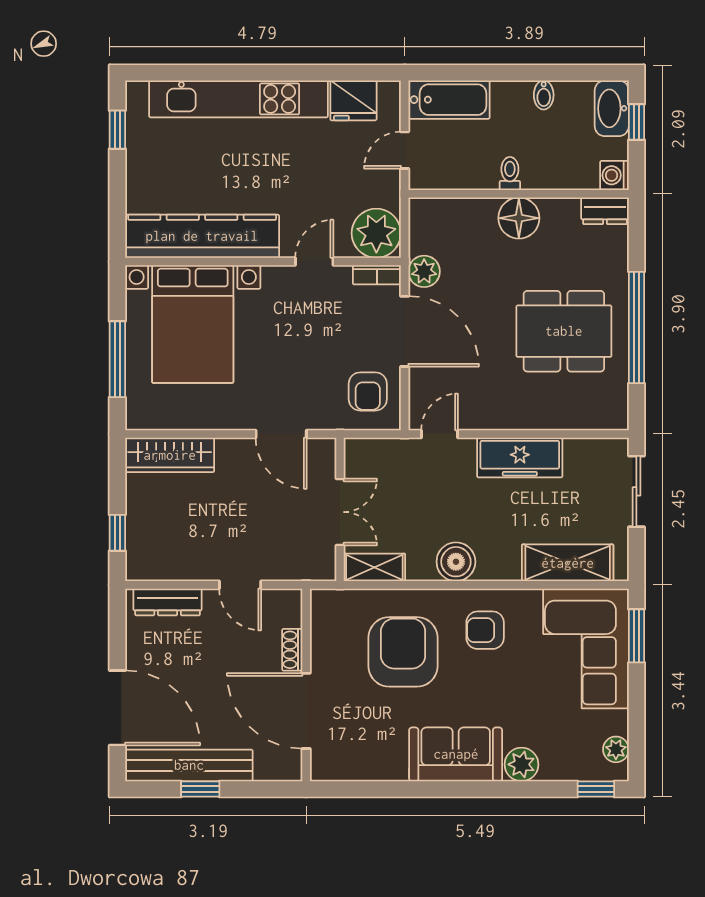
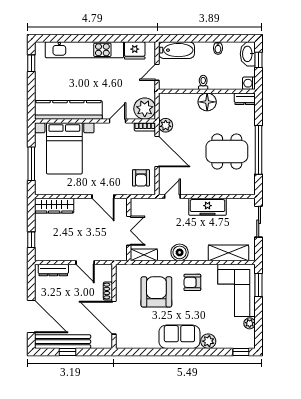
plant: (616, 749) -> (250, 323), moved

